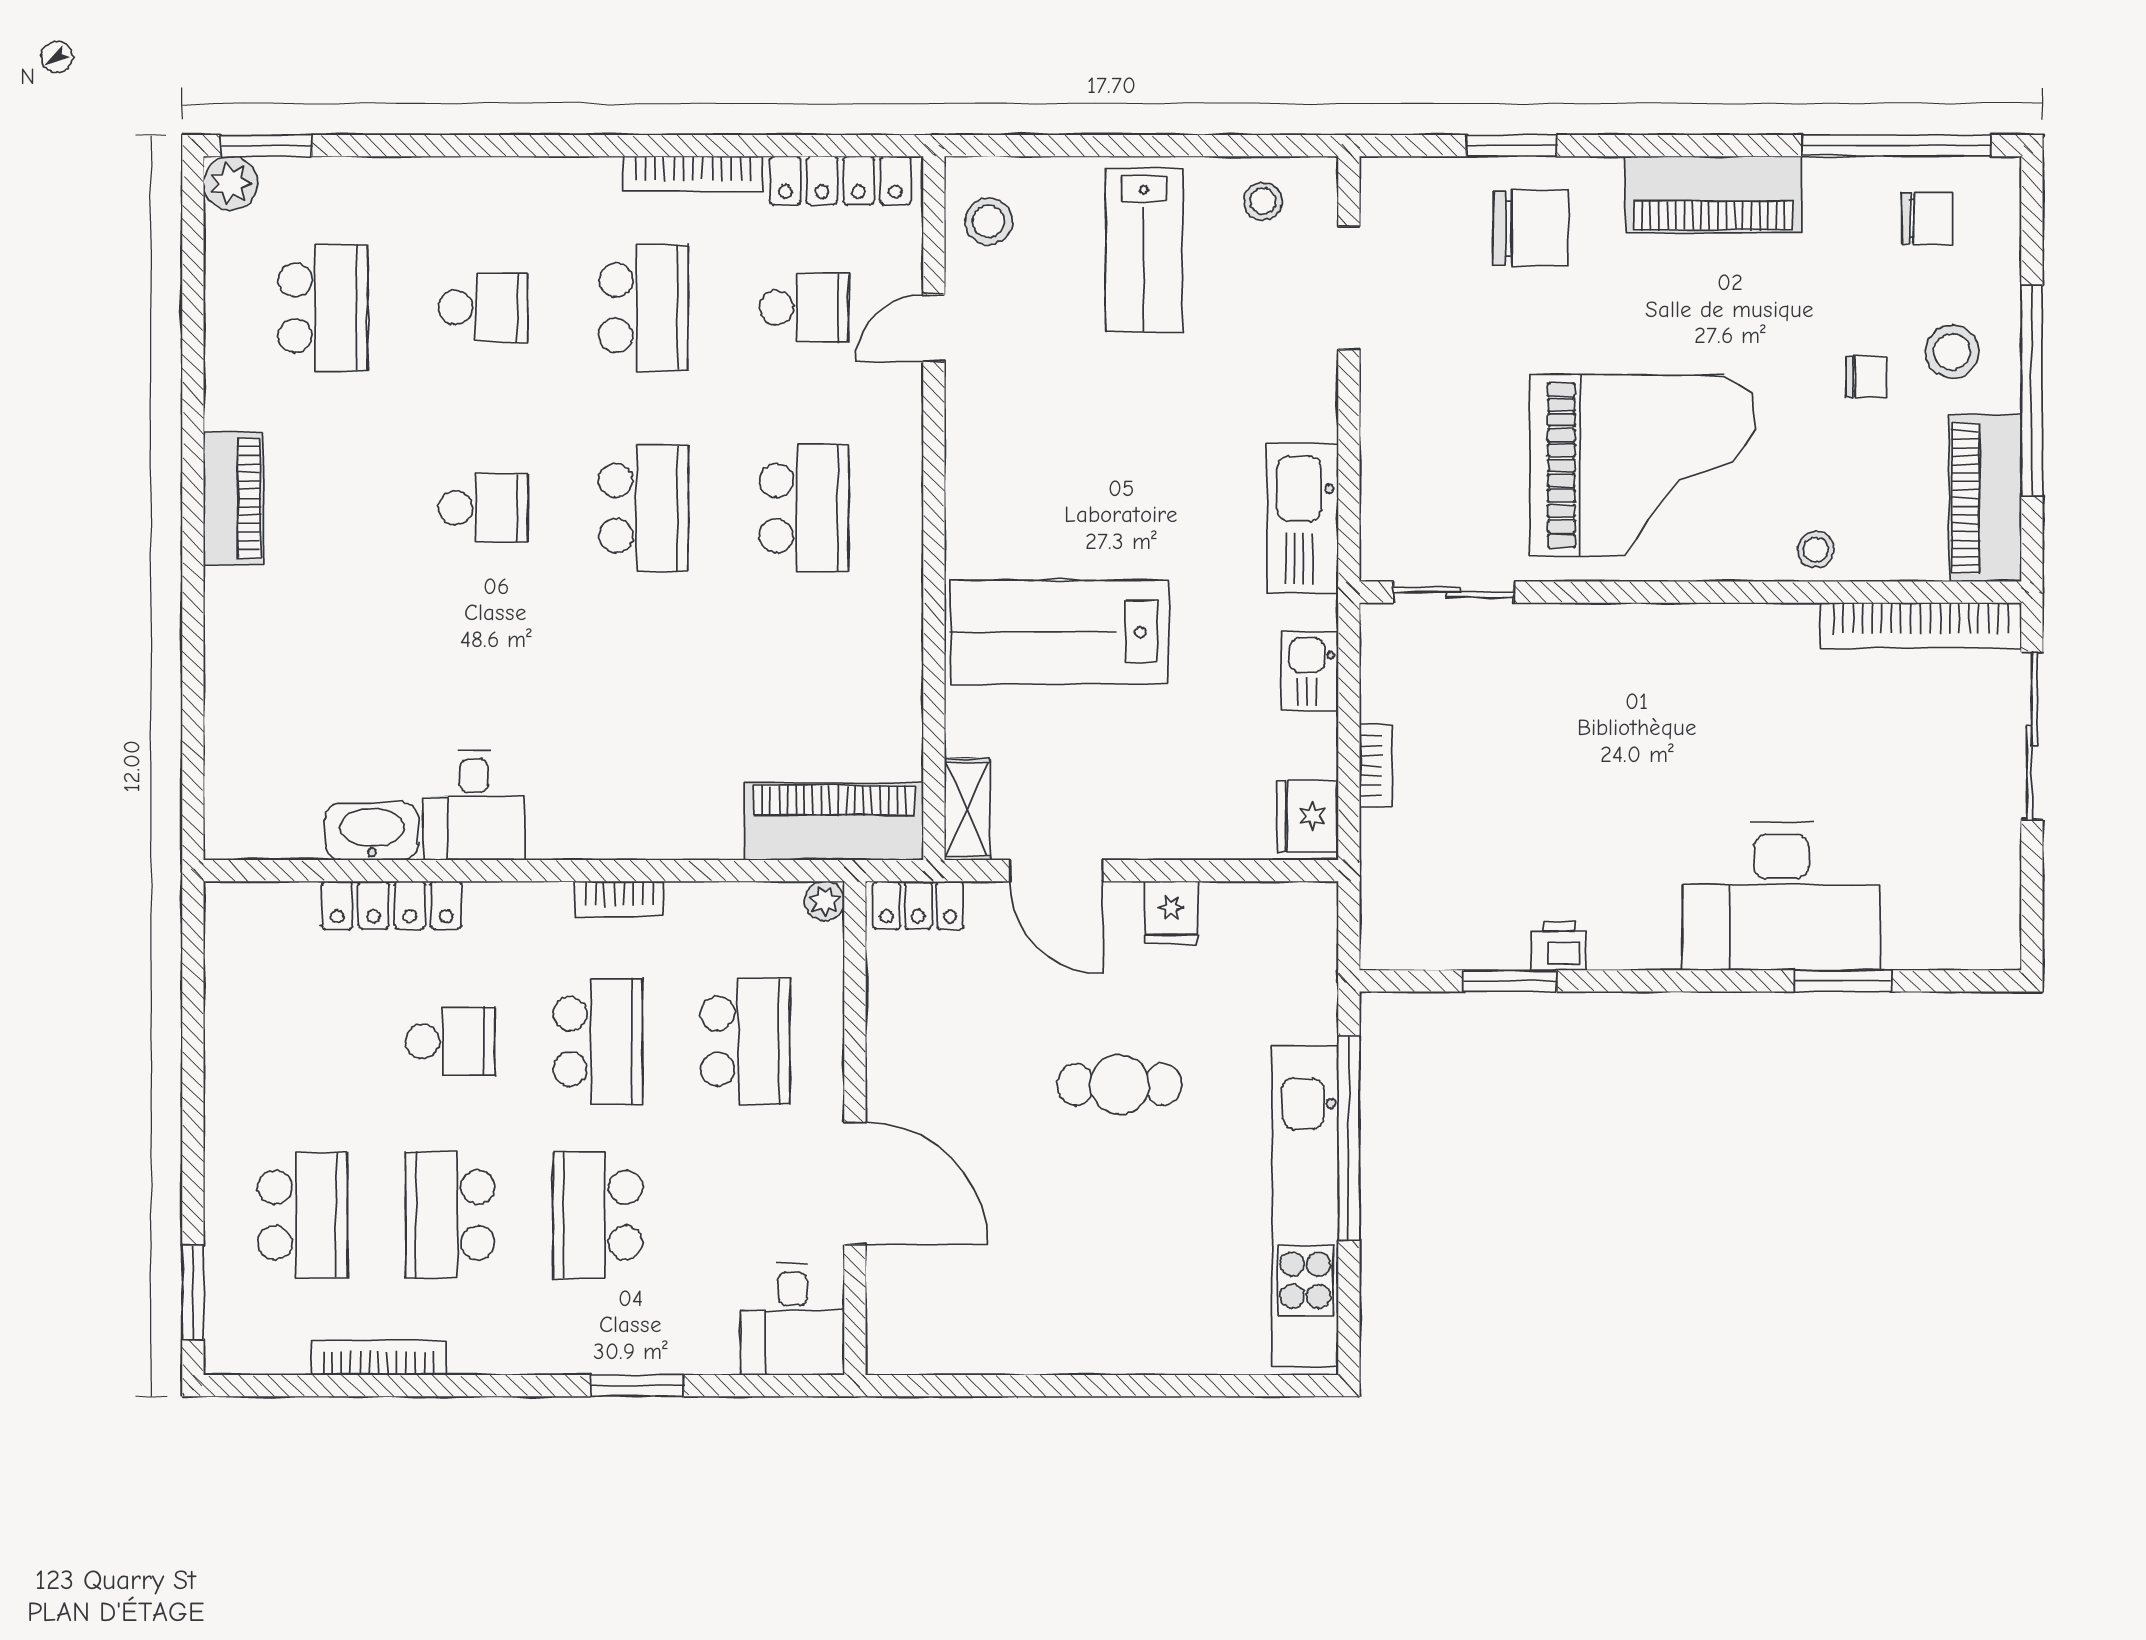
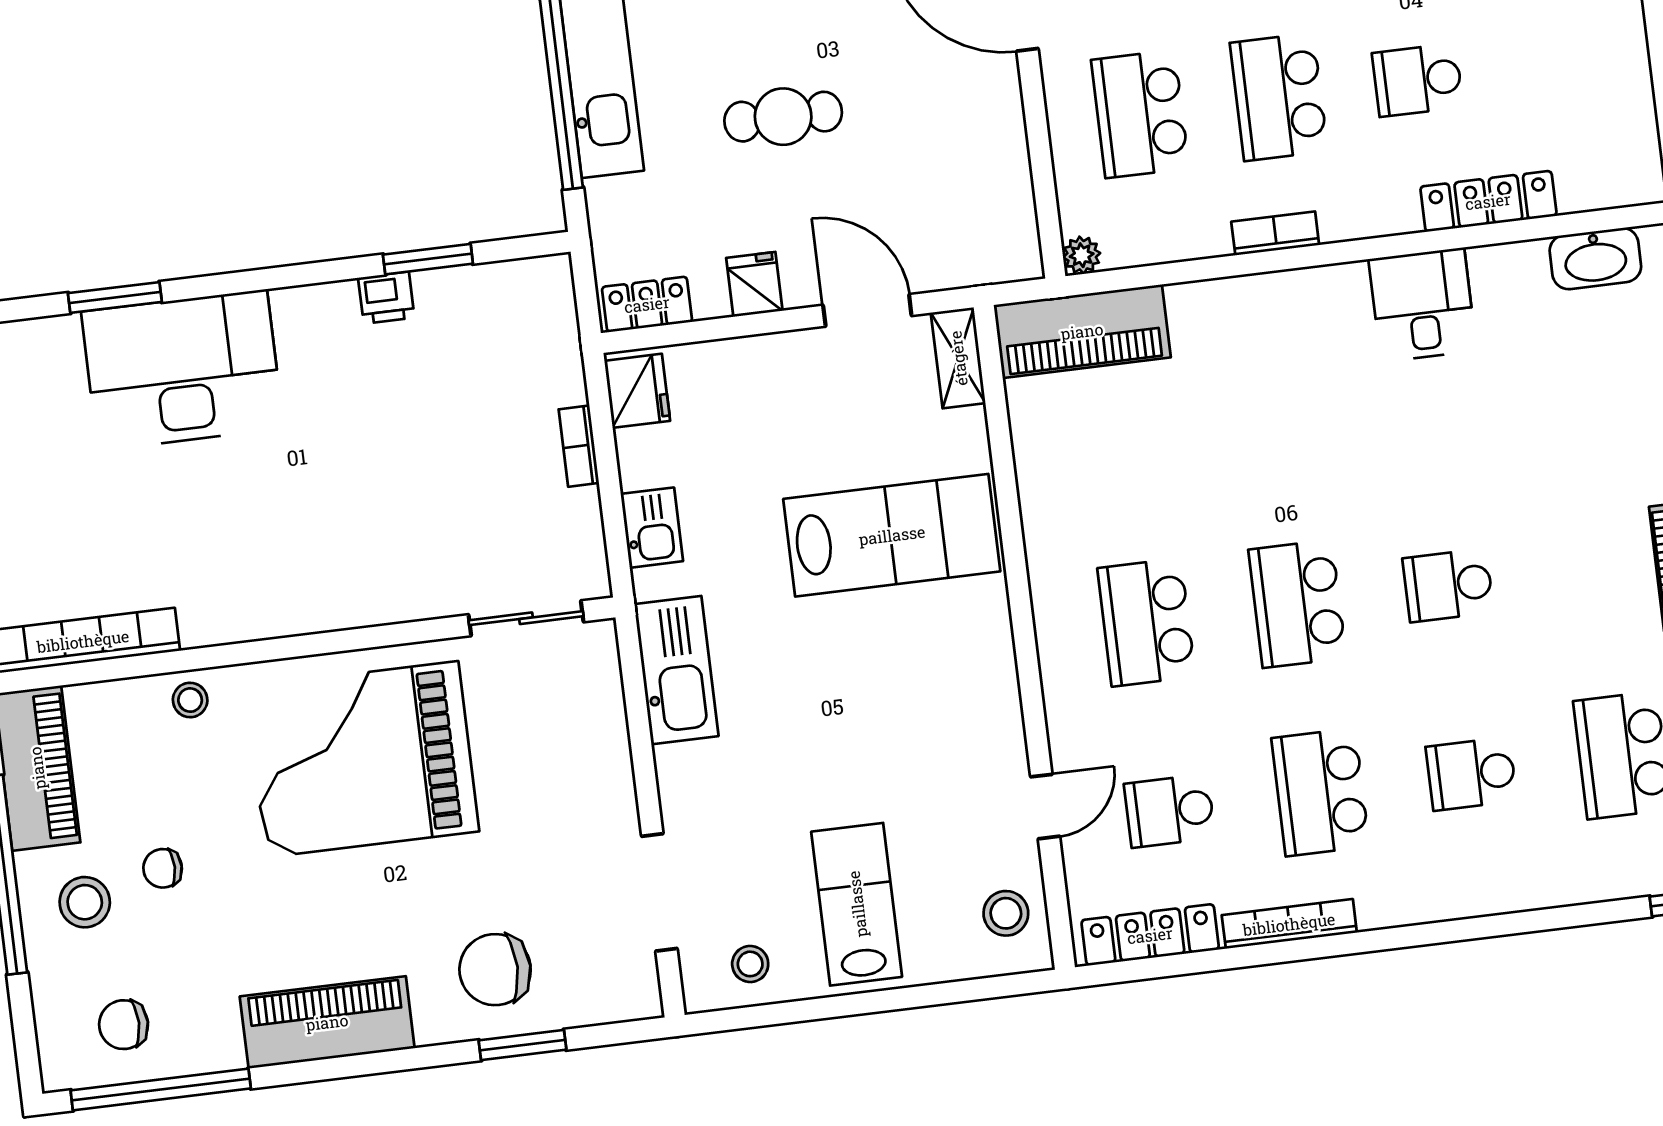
washbasin: (372, 831) -> (1595, 259), moved
locker: (918, 905) -> (647, 304), moved

